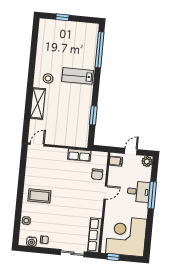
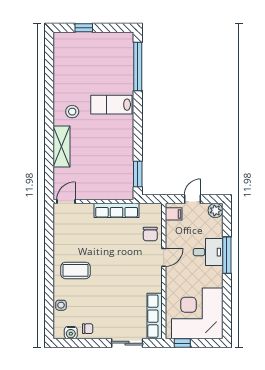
window: (93, 115) -> (138, 174), moved
row of seats: (79, 155) -> (117, 210), width x1.48

